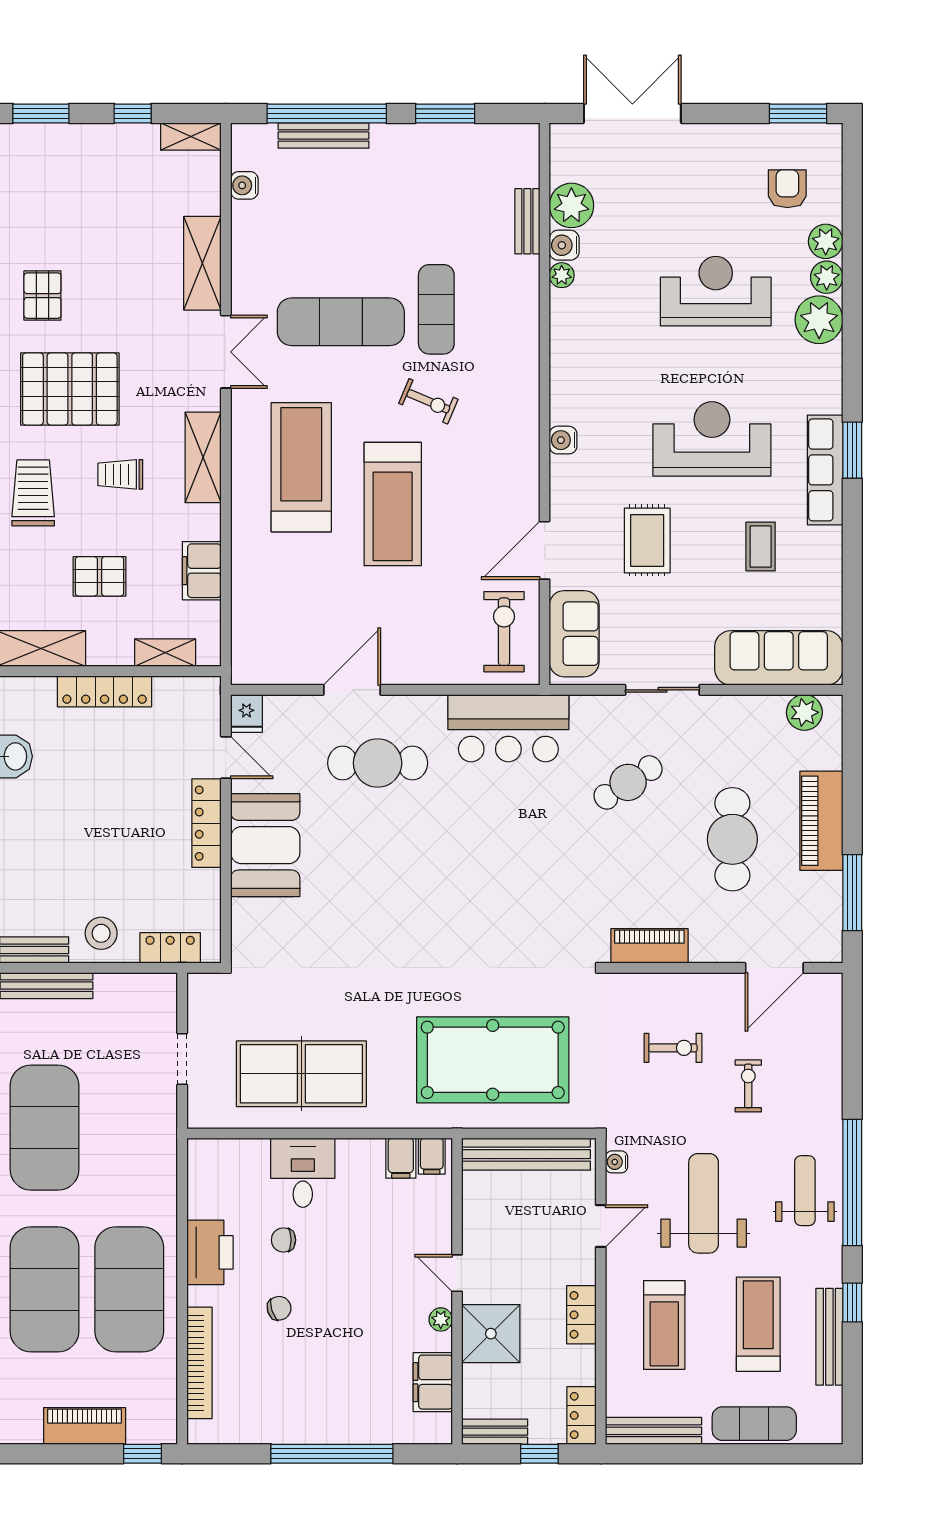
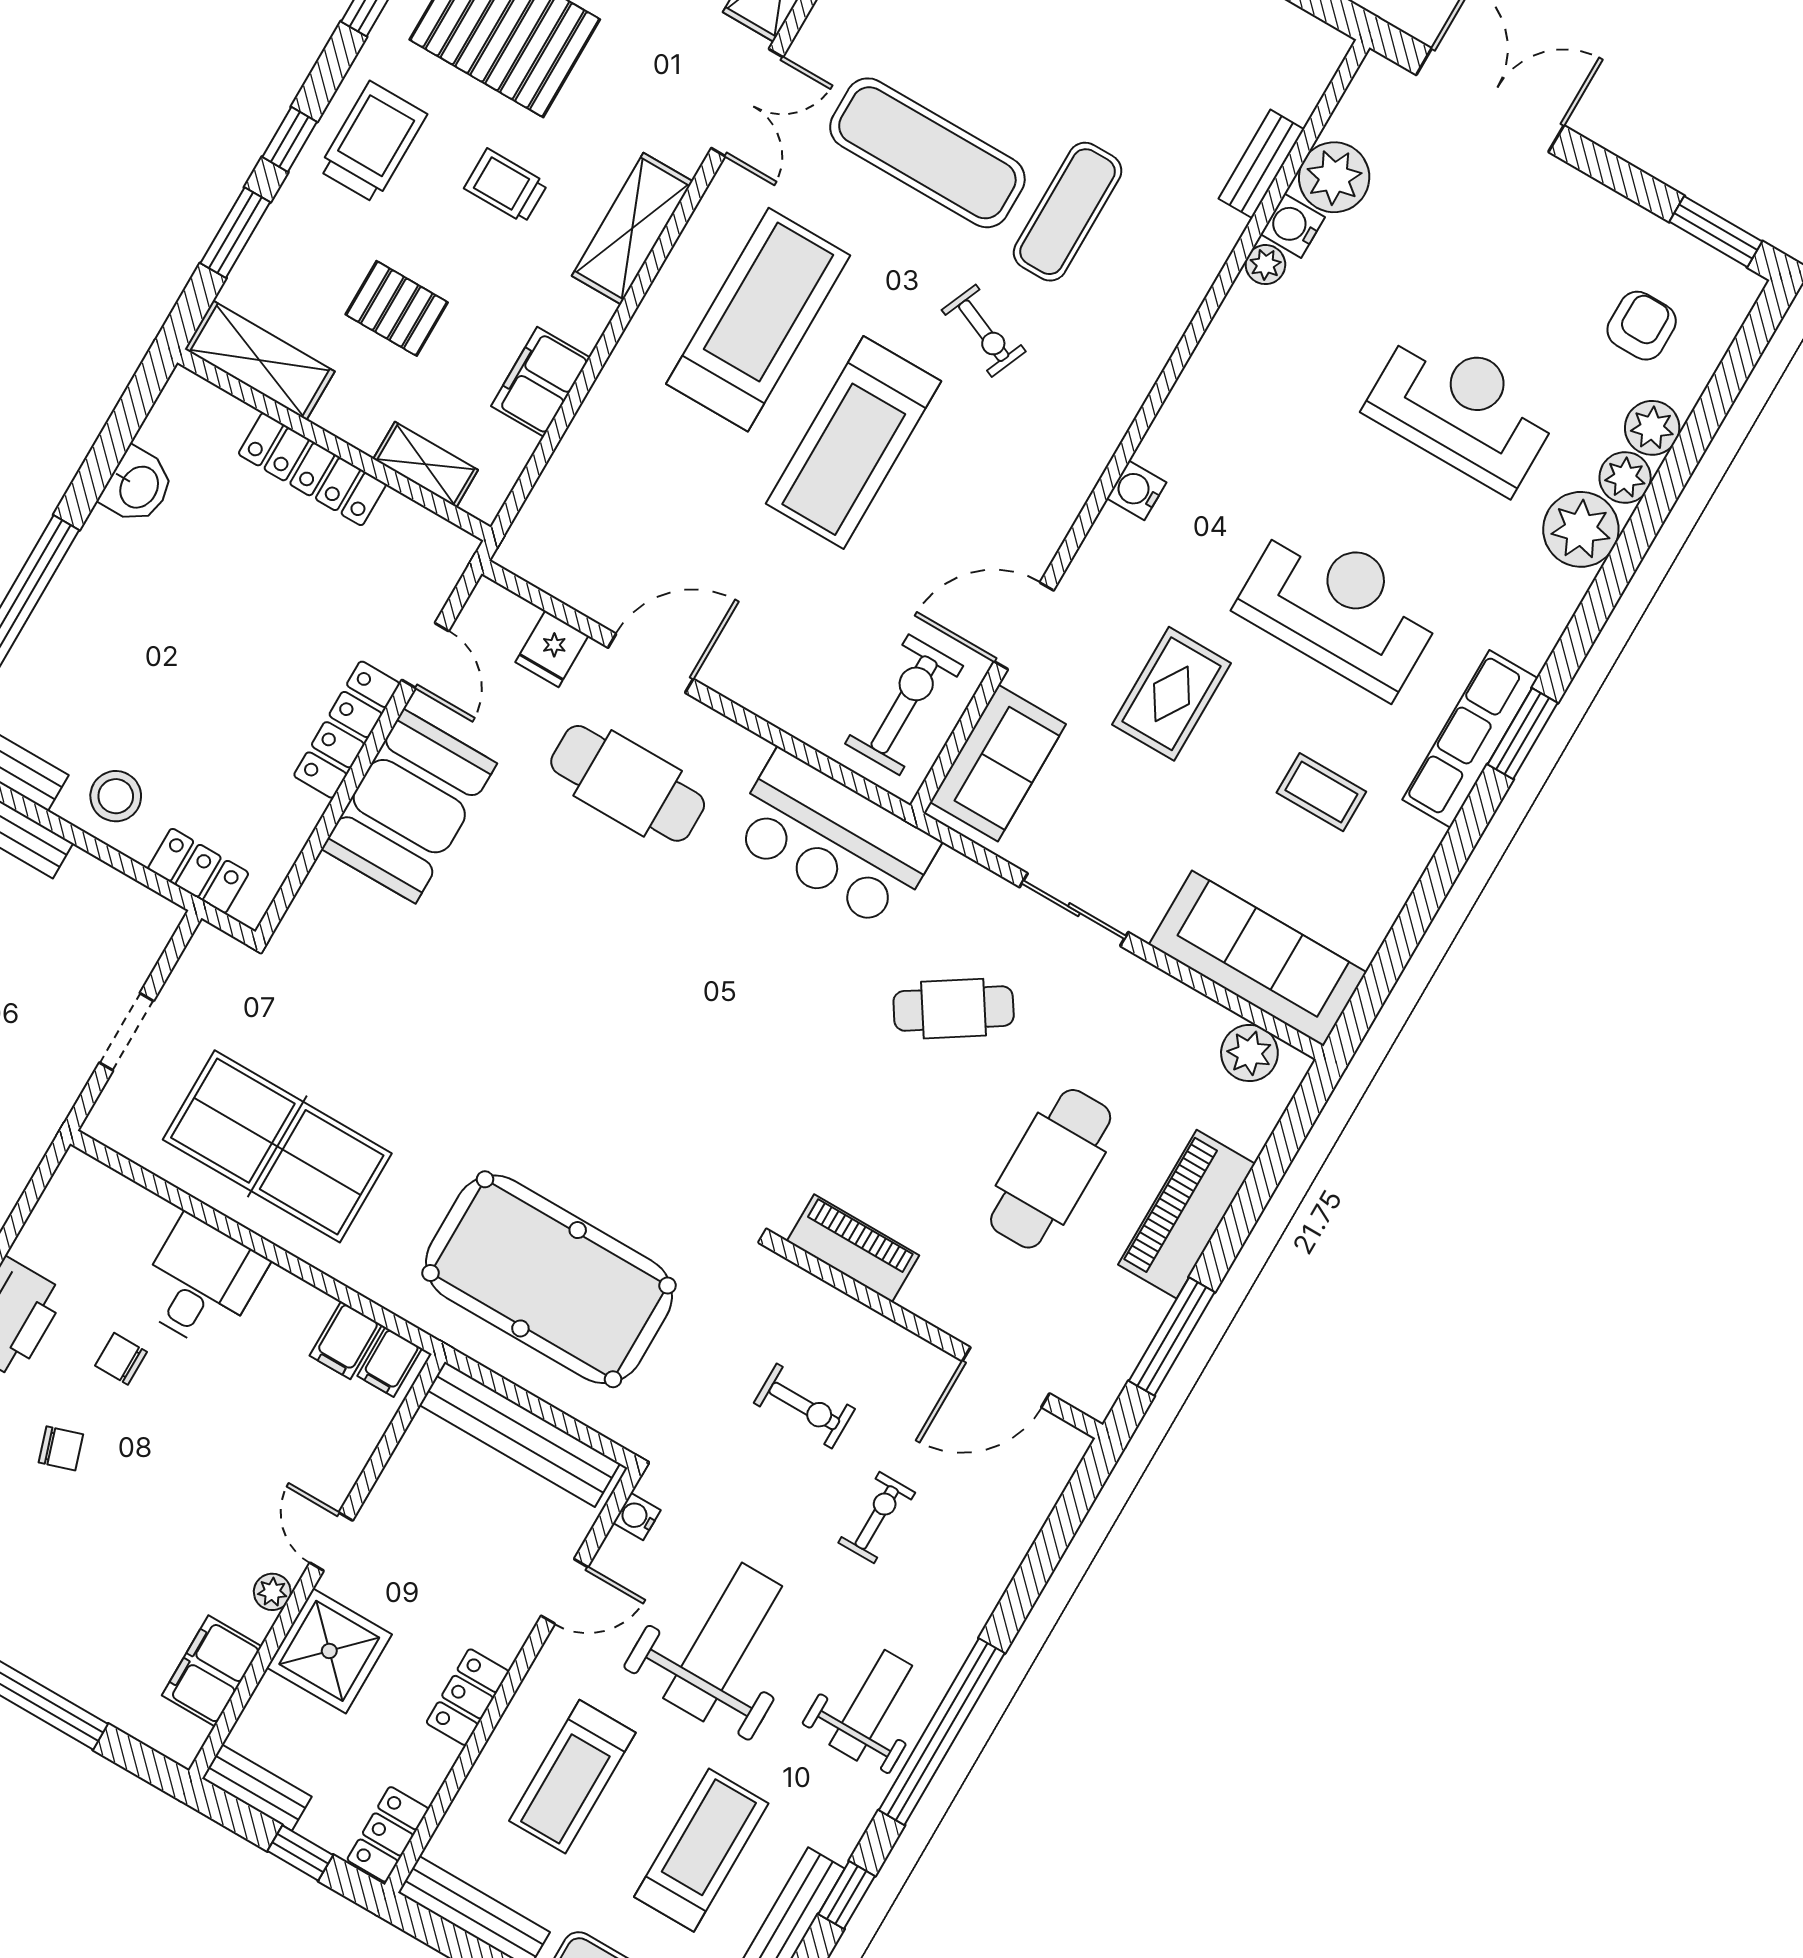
coffee table: (761, 546) -> (1321, 792), turned 90
fridge: (246, 713) -> (552, 649), moved

